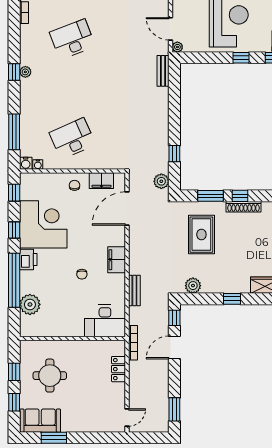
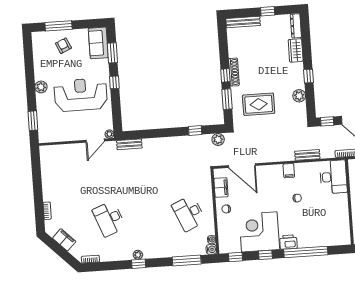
filing cabinet: (117, 260) -> (289, 171), width x0.50
plant: (193, 286) -> (299, 96), moved
plant: (30, 304) -> (324, 238), removed

